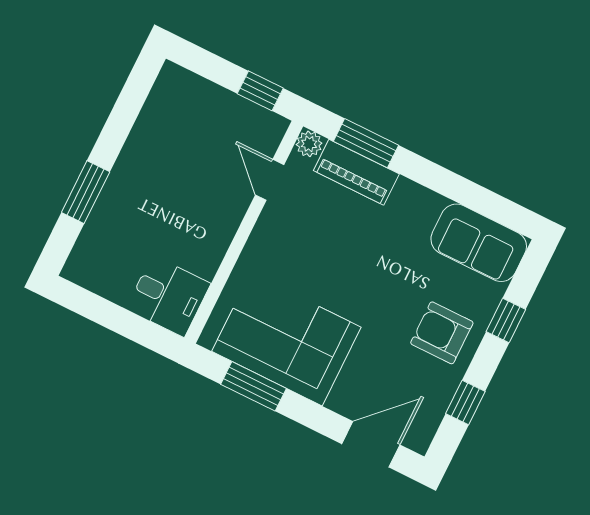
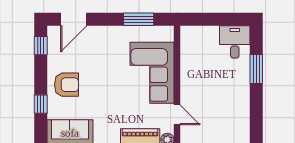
desk: (168, 296) -> (235, 42), moved, turned 90
corner sofa: (286, 339) -> (152, 73), moved, turned 90
window: (465, 403) -> (41, 46), moved

